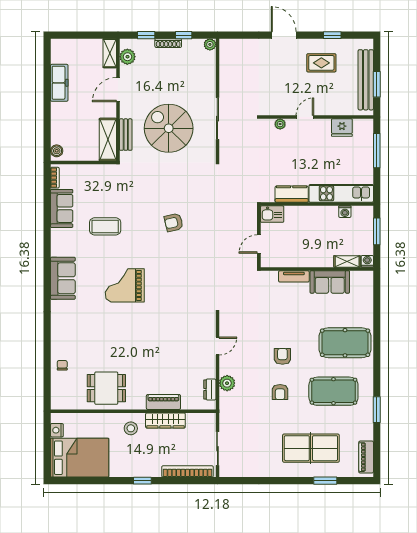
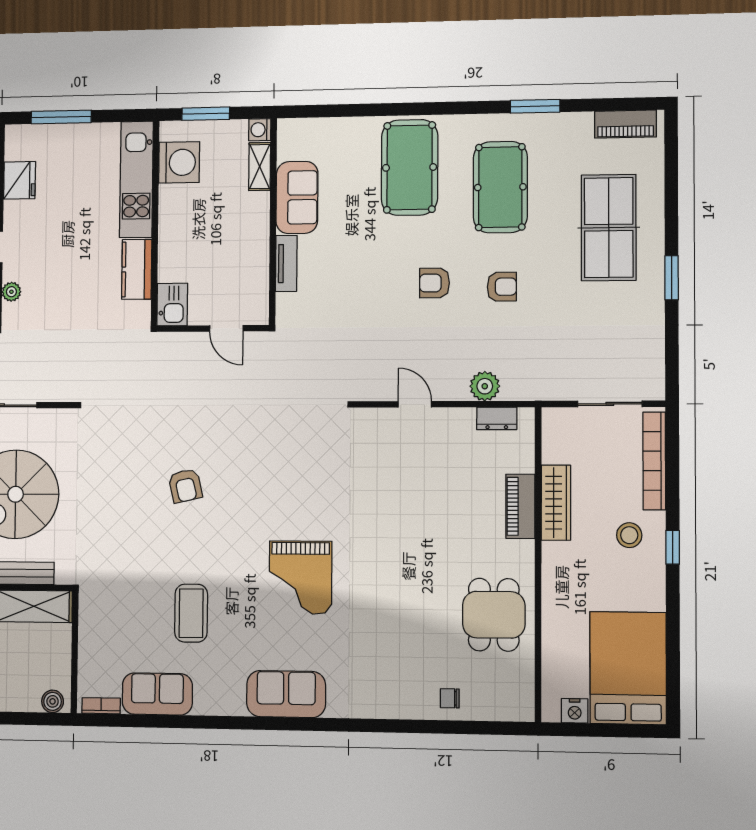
washing machine: (345, 212) -> (179, 162), width x1.89, depth x1.89
stool: (131, 428) -> (629, 535), moved
window: (325, 481) -> (672, 278), moved

